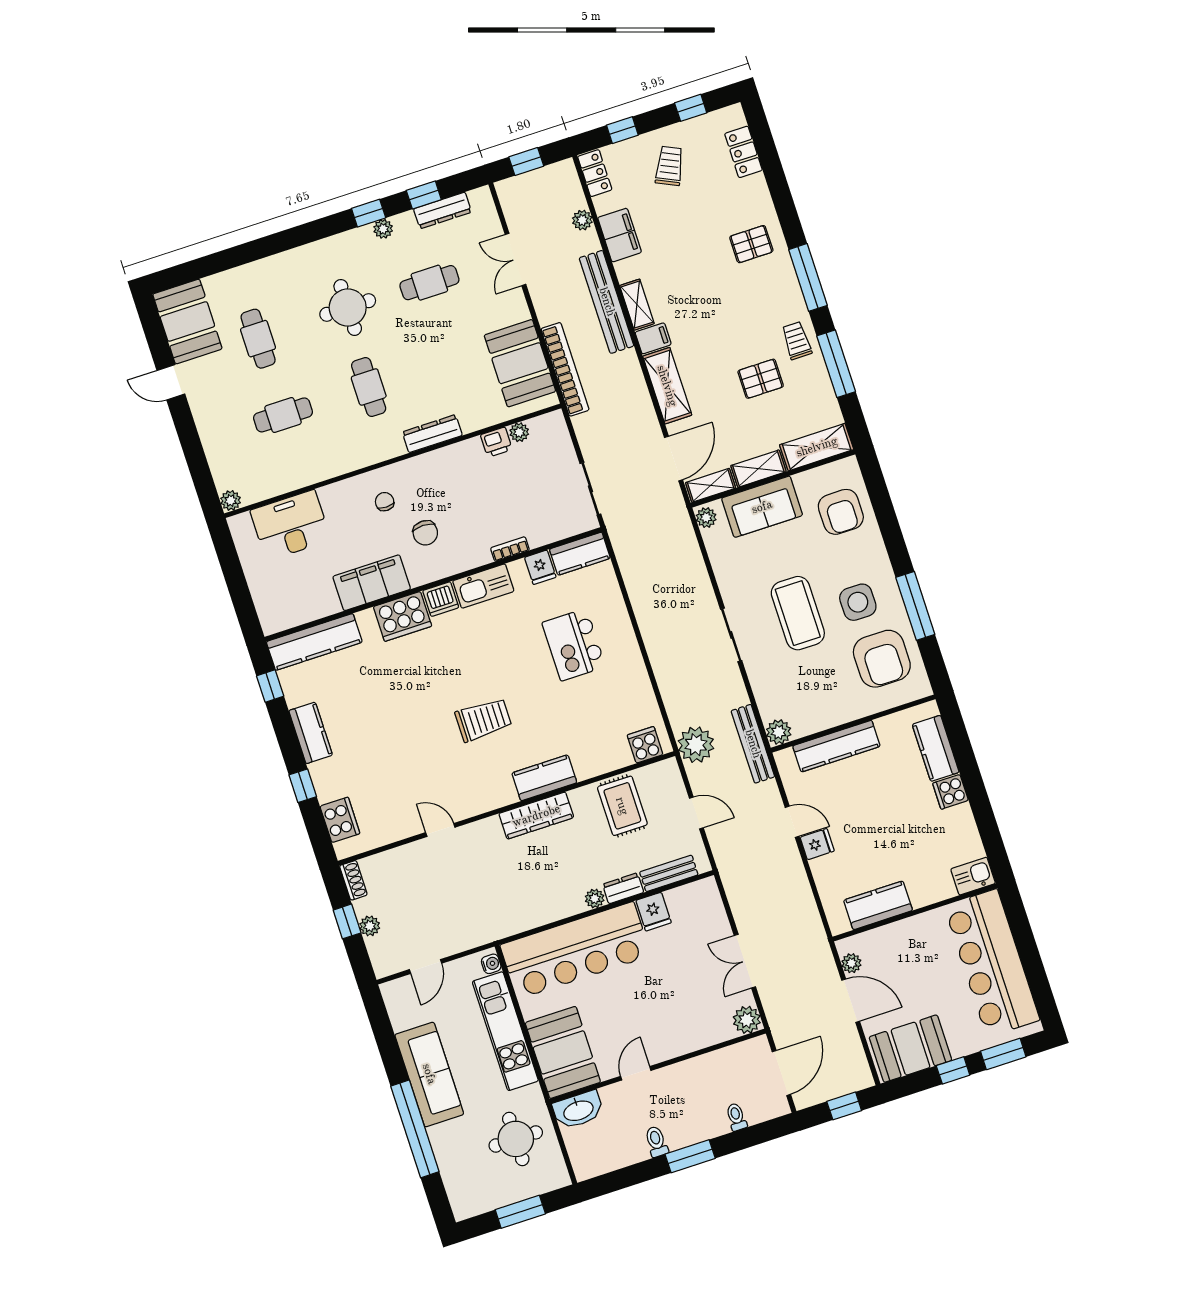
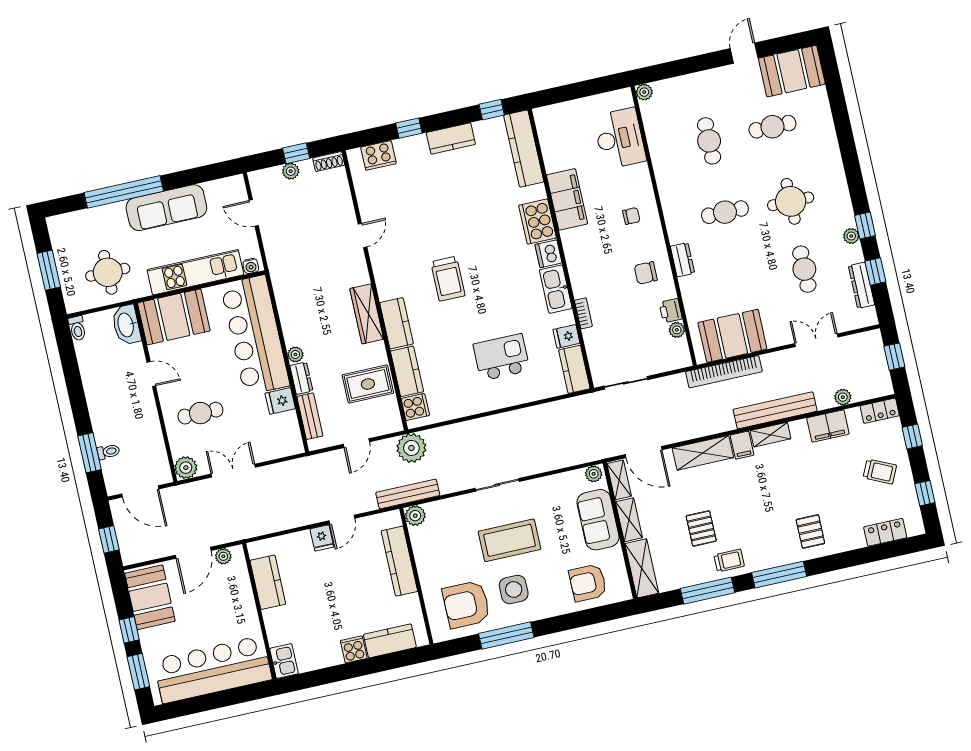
dresser: (432, 434) -> (682, 260), width x0.70
chair: (425, 533) -> (646, 273), moved
kitchen counter: (602, 759) -> (407, 371), added
cafe table: (678, 1008) -> (200, 413), added
toilet: (656, 1142) -> (77, 328), moved, turned 90
window: (690, 1156) -> (90, 453), moved

